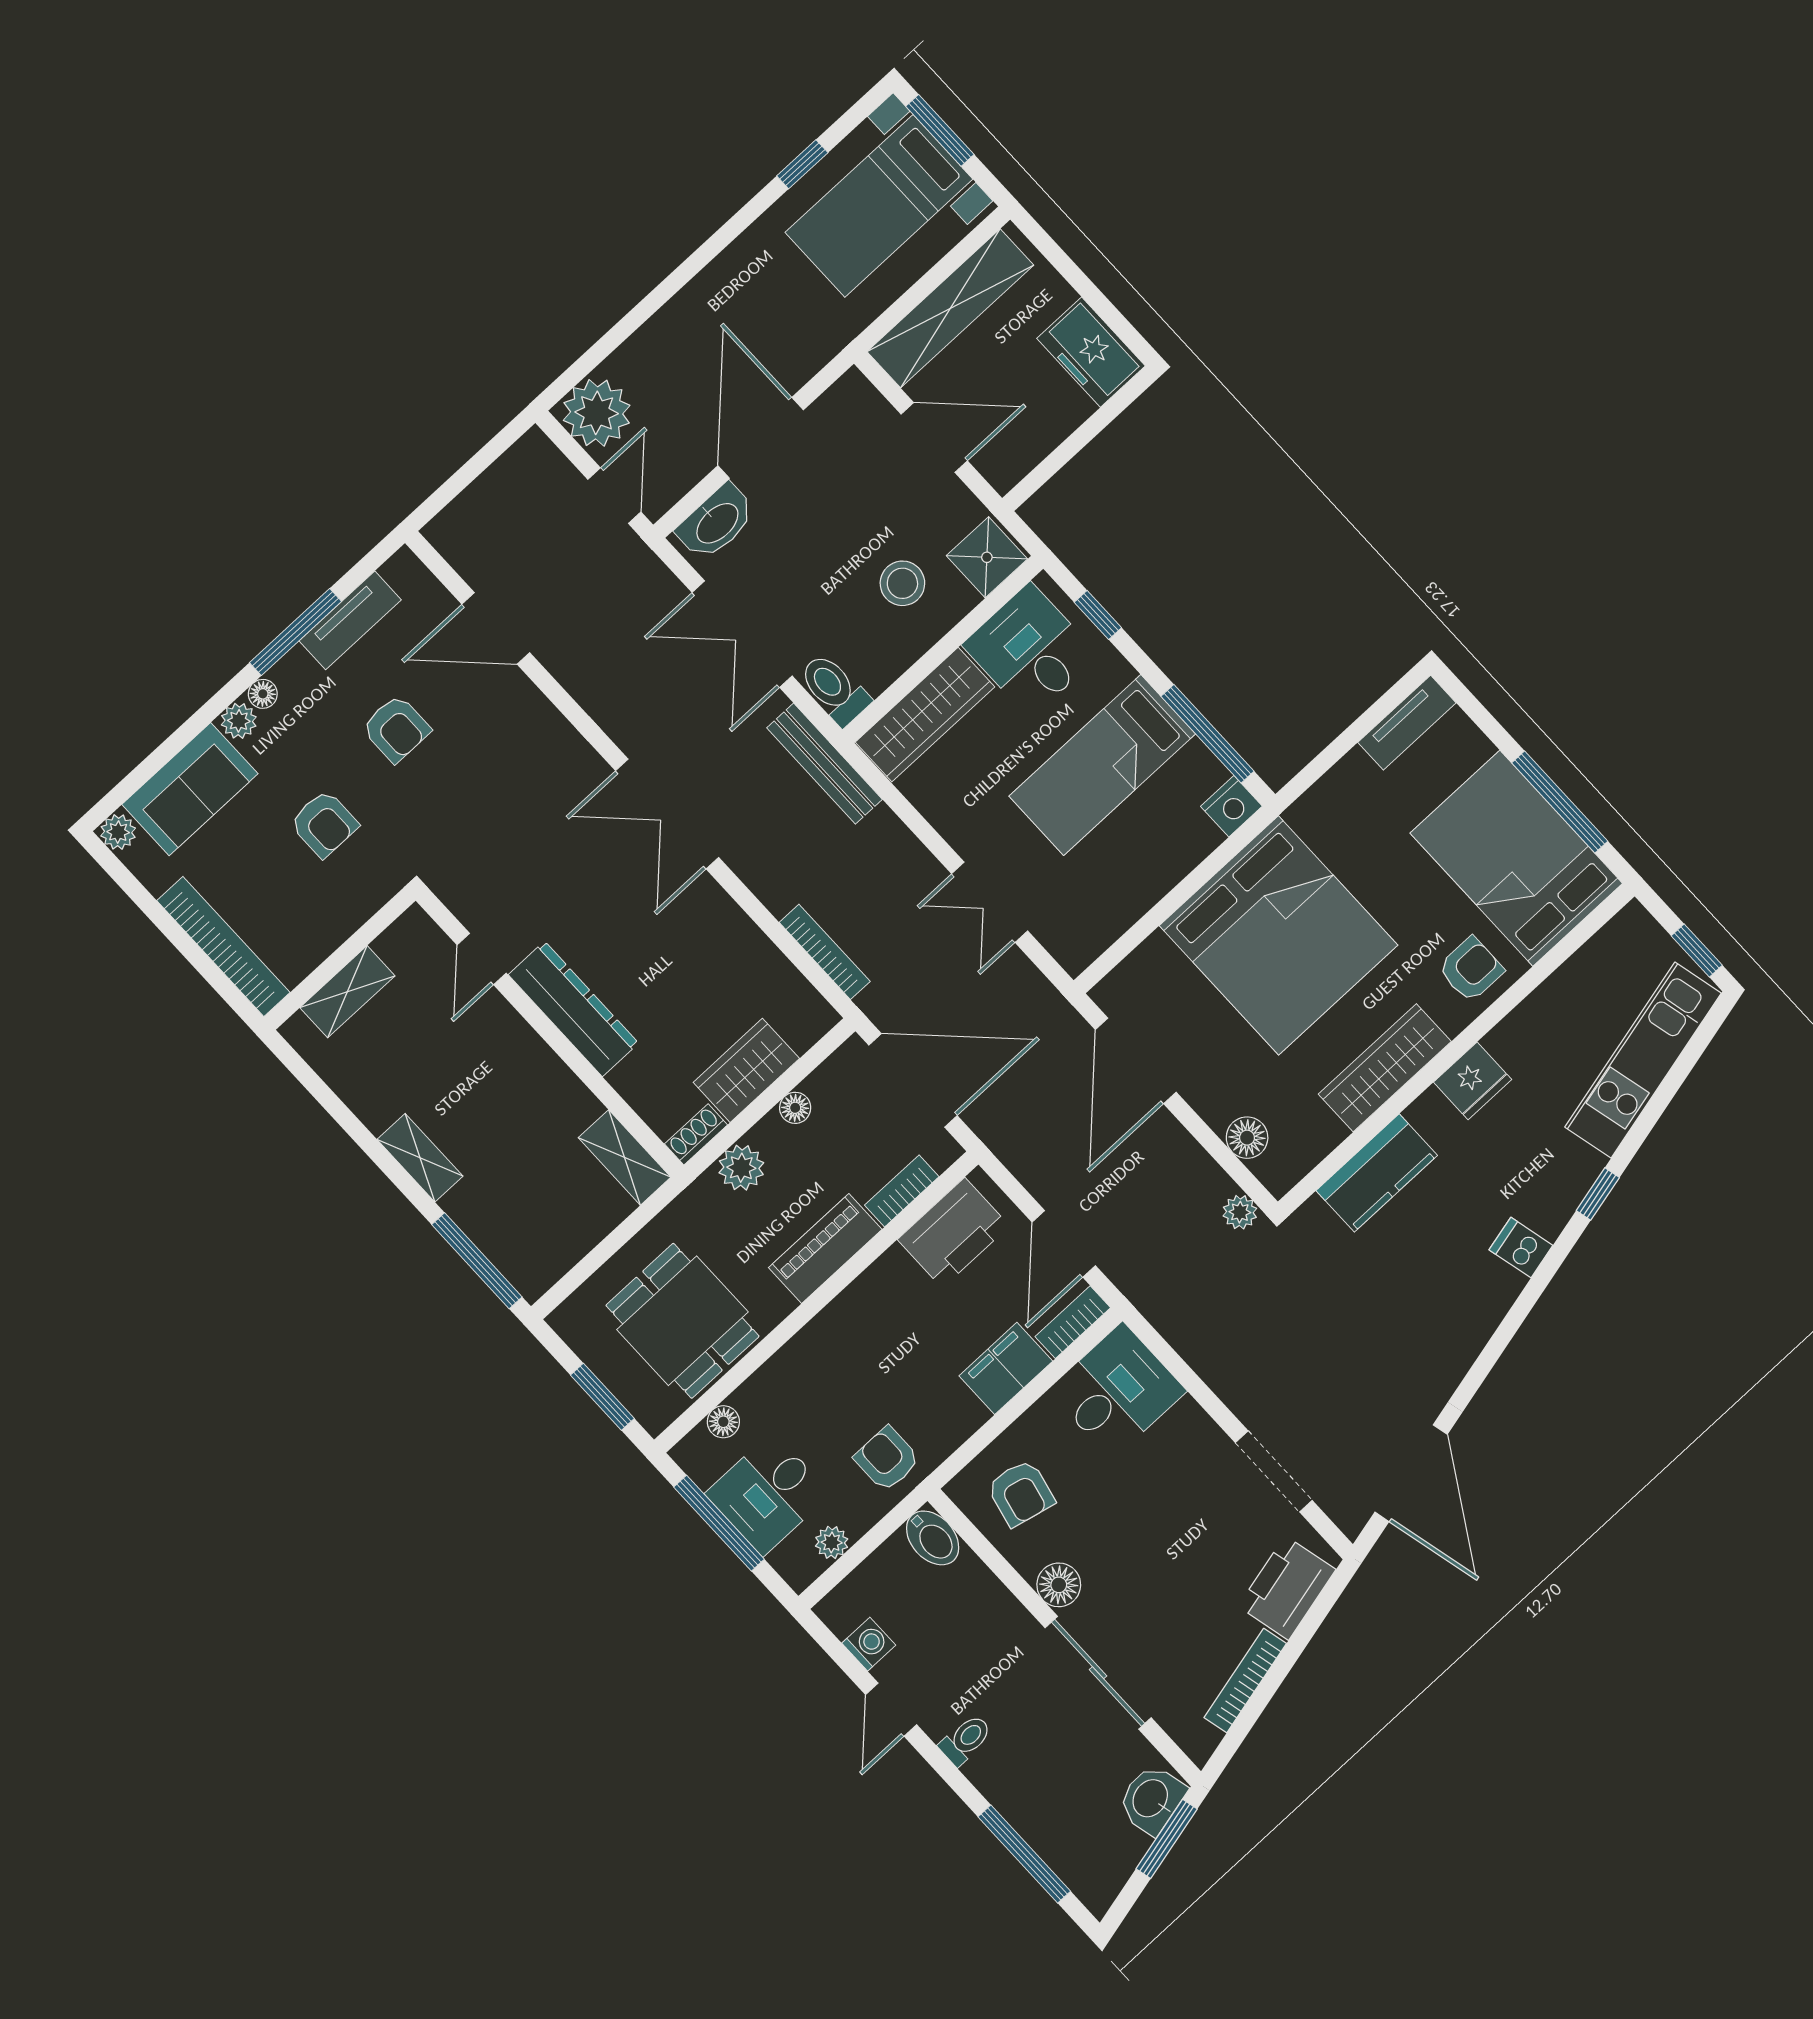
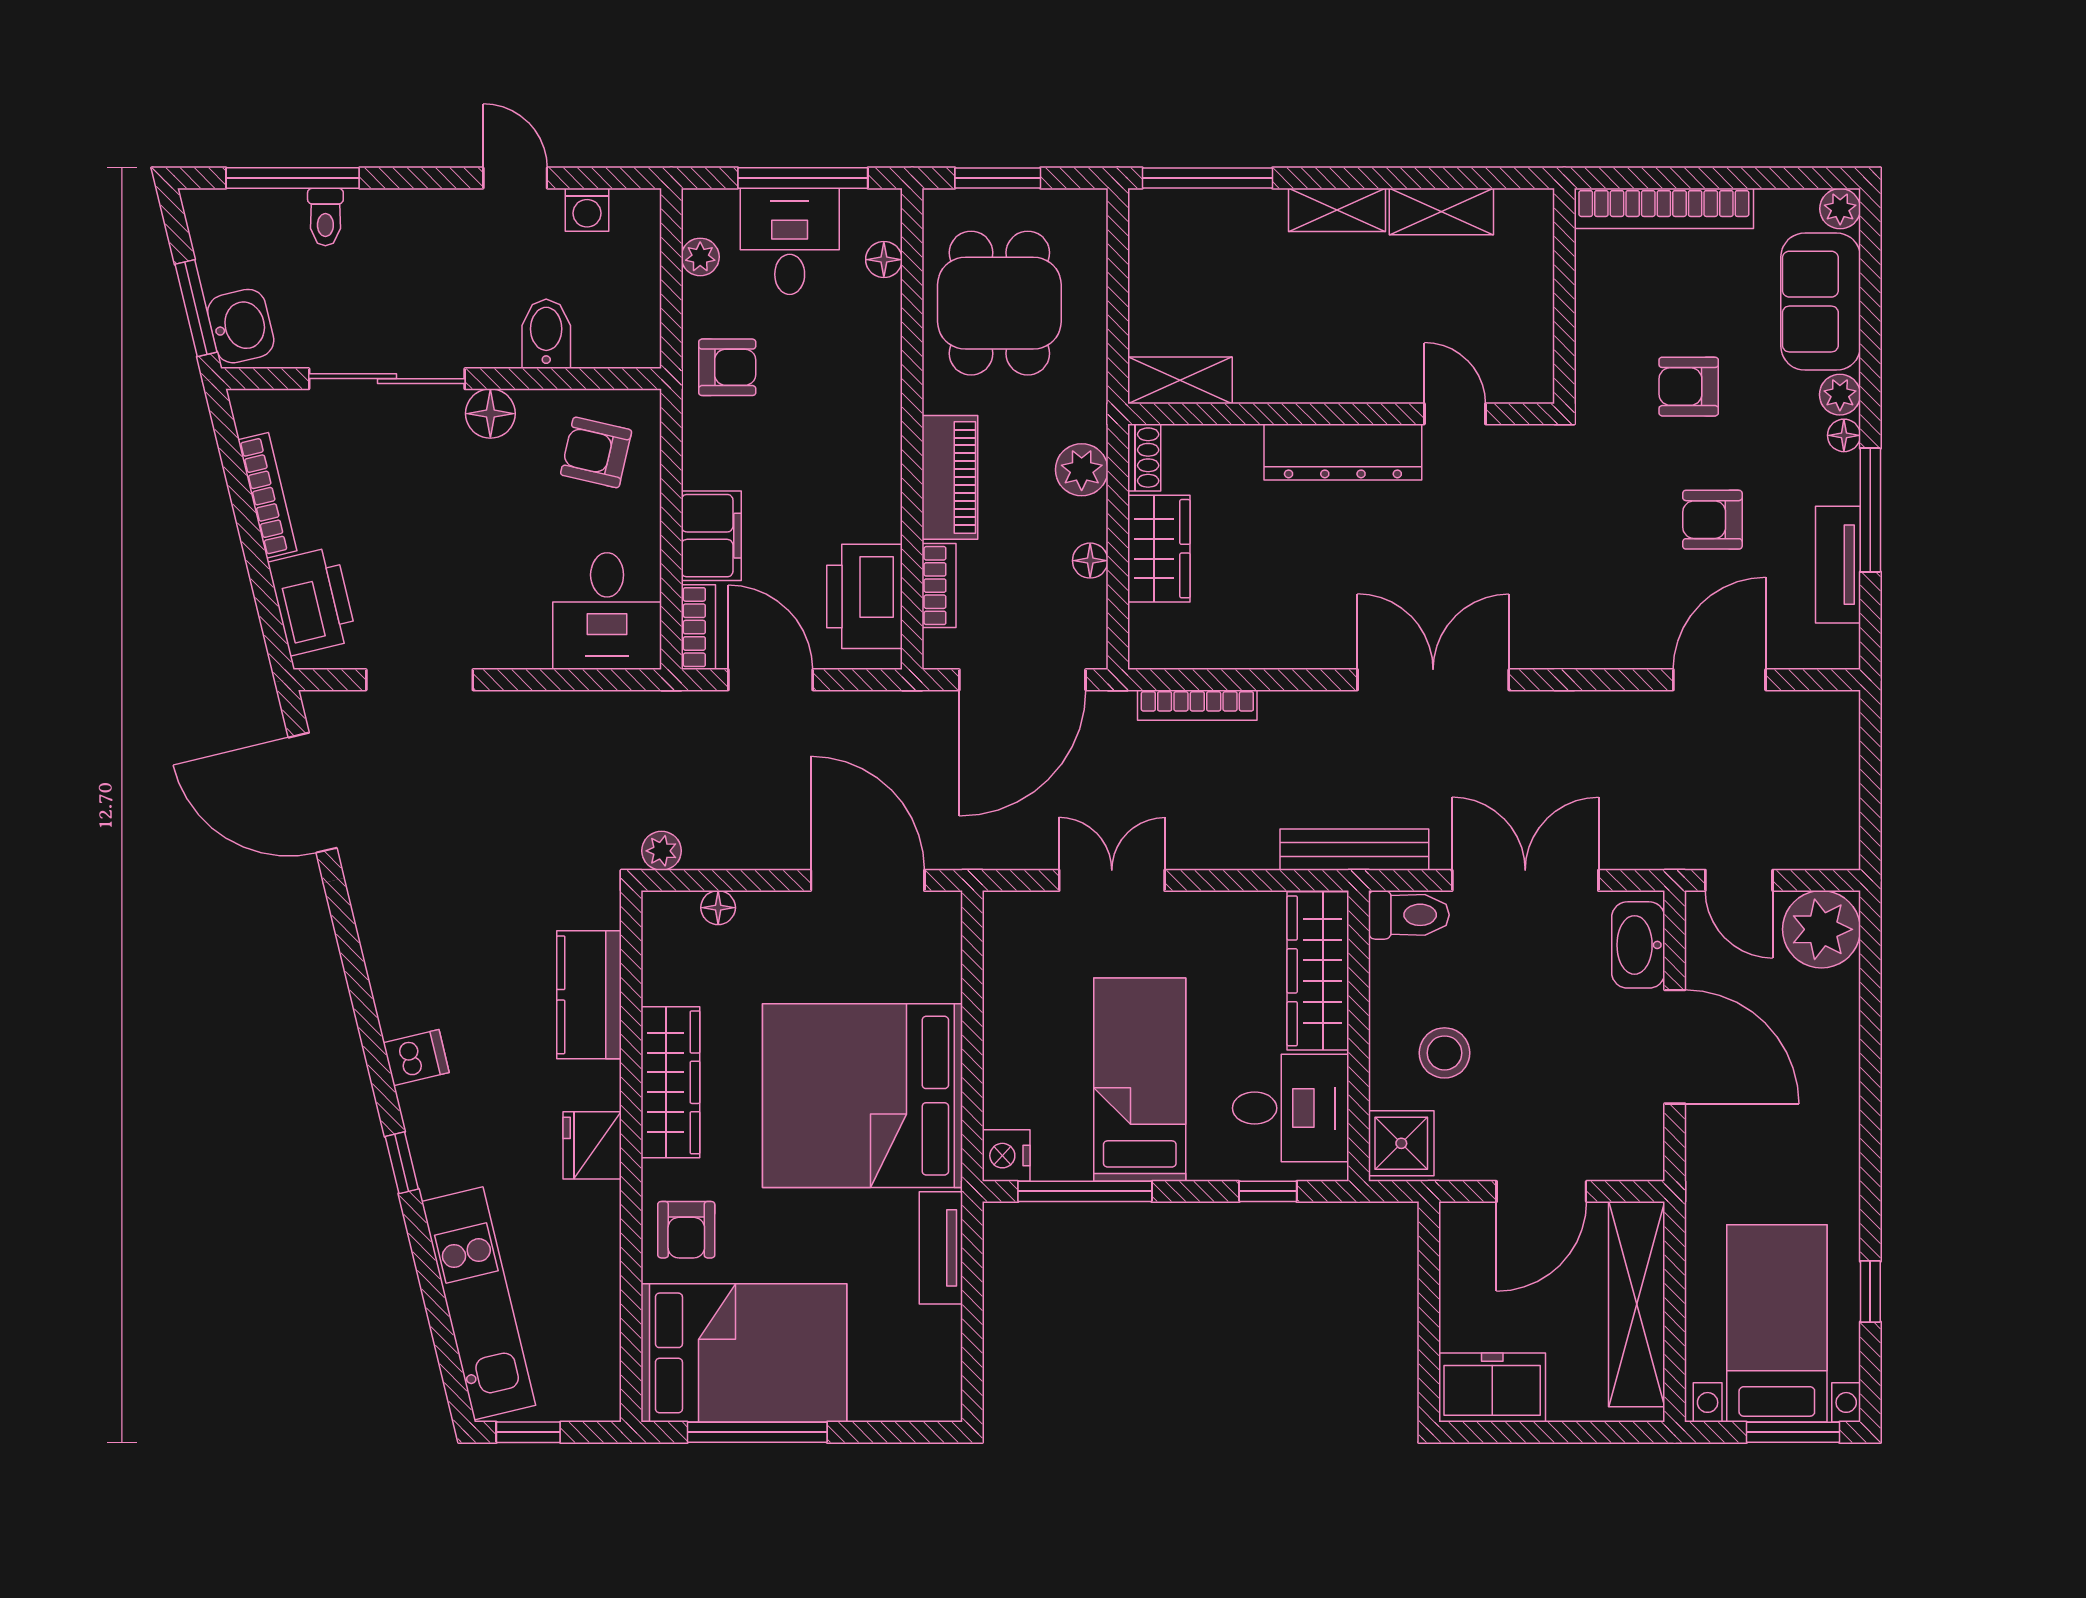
tv unit: (1407, 723) -> (941, 1248), moved
shelving: (347, 992) -> (1441, 211), moved, turned 90
floor lamp: (1247, 1138) -> (718, 908), width x0.73, depth x0.73
dining table: (682, 1321) -> (999, 303), turned 90
bidet: (933, 1538) -> (546, 334), moved, turned 90
toilet: (966, 1740) -> (325, 217), moved

